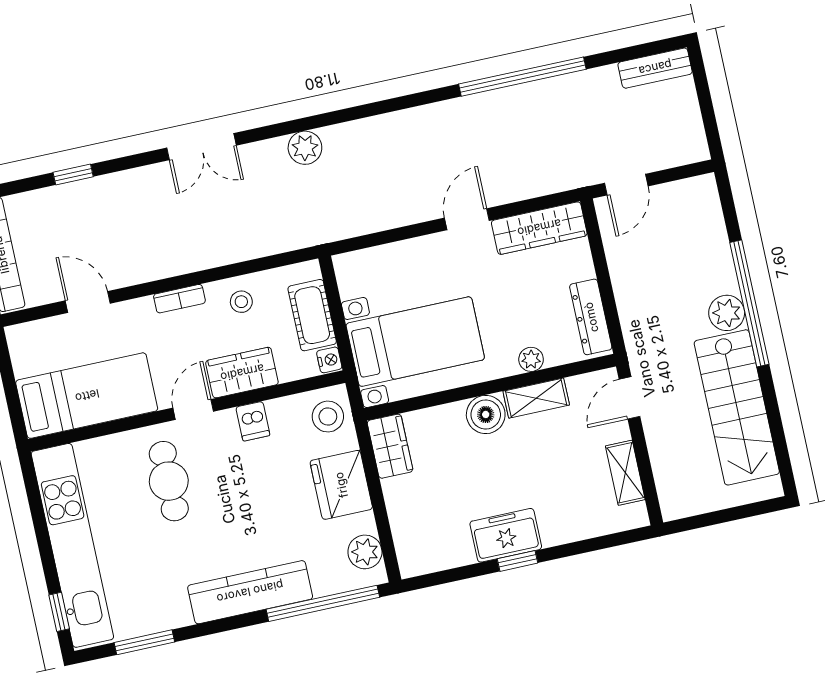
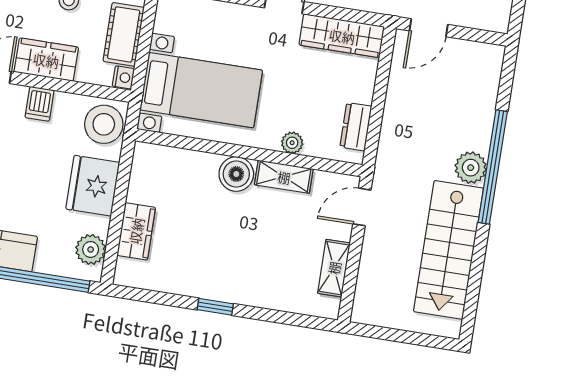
dresser: (591, 317) -> (356, 127), width x0.70
stool: (328, 417) -> (104, 124), width x1.38, depth x1.38
wardrobe: (390, 446) -> (136, 231), moved
freezer: (506, 535) -> (214, 281), removed

